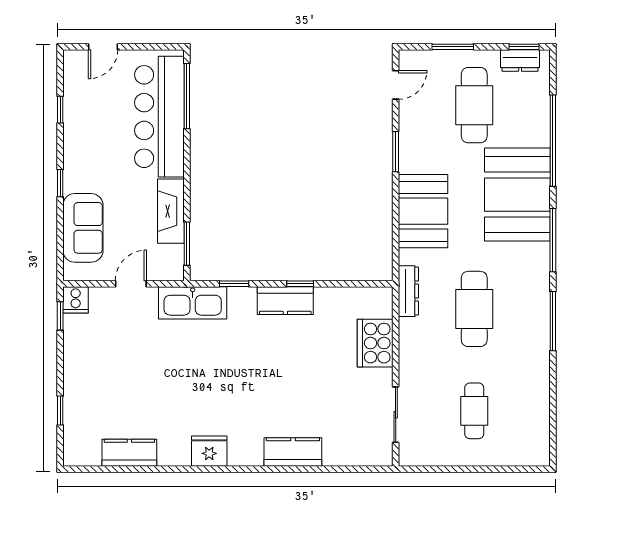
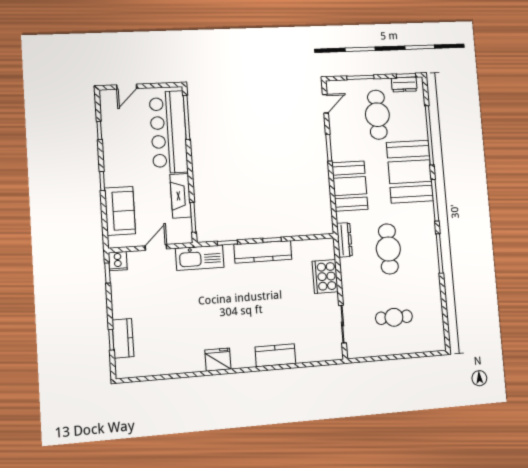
kitchen counter: (285, 301) -> (263, 252), width x1.50
cafe table: (474, 411) -> (394, 317), turned 90
kitchen counter: (129, 453) -> (123, 338), moved, turned 90

